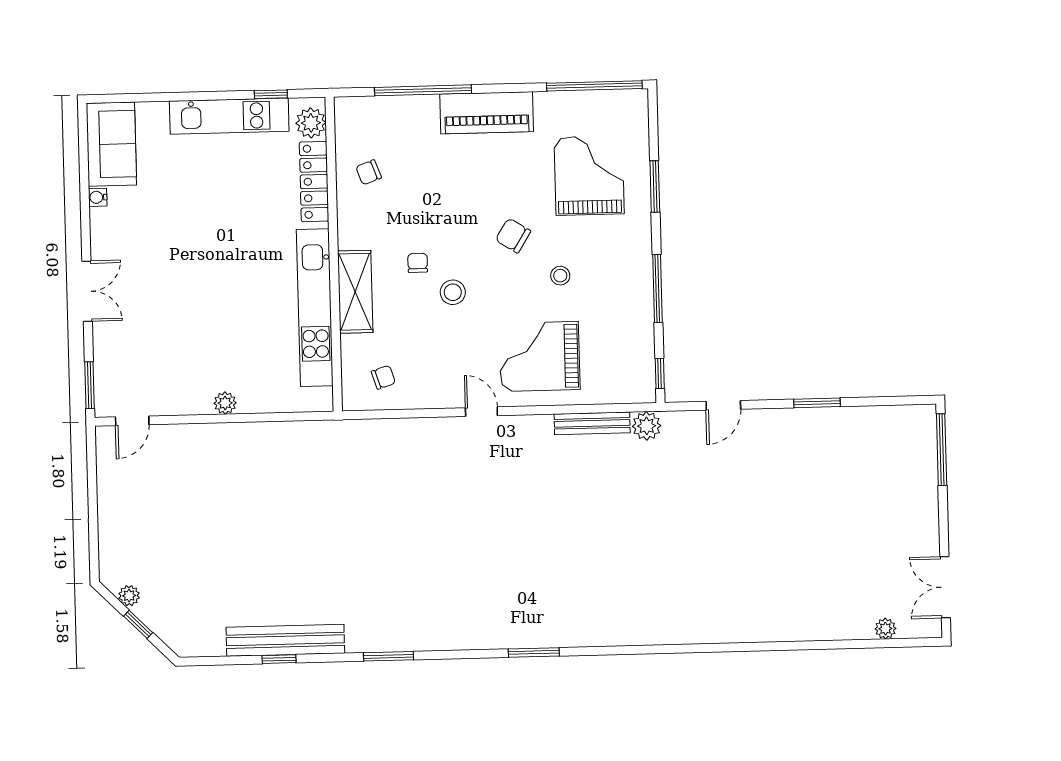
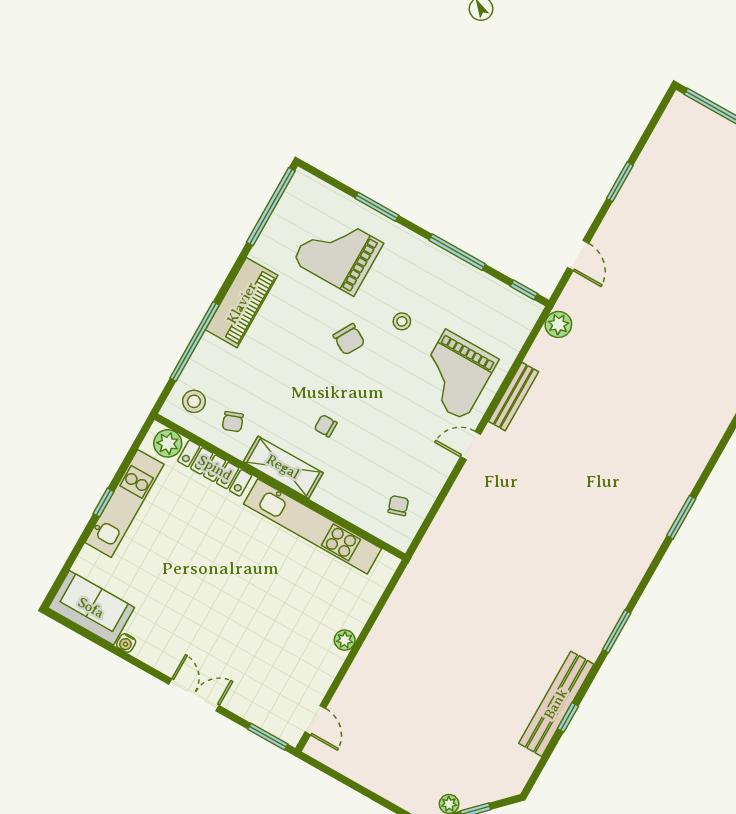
window: (271, 94) -> (103, 503), moved
chair: (513, 236) -> (349, 339), turned -92
shelving: (355, 292) -> (283, 467), moved
stool: (453, 292) -> (194, 401), moved
bench: (592, 423) -> (513, 397), moved

